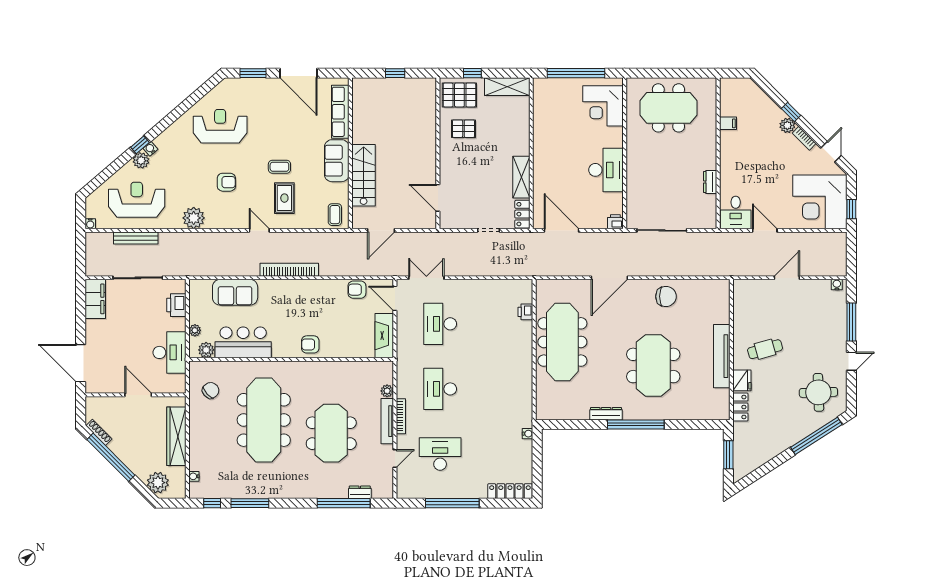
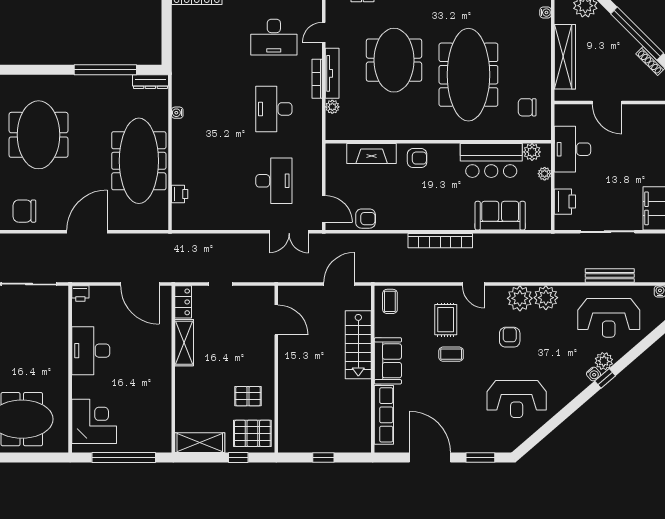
armchair: (226, 182) -> (510, 337), turned 90
plant: (217, 217) -> (520, 298), added
fireplace: (384, 336) -> (372, 153), moved, turned 90
desk: (440, 389) -> (274, 109), turned 180
chair: (211, 390) -> (527, 107), turned 42
dresser: (606, 414) -> (150, 82), moved
window: (636, 425) -> (105, 70), moved
water cooler: (528, 434) -> (177, 113), moved

